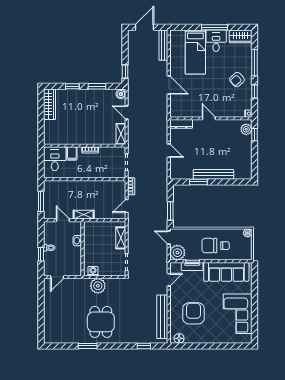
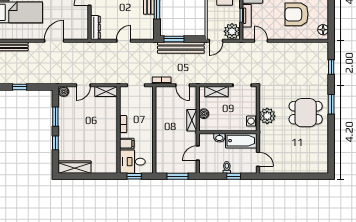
window: (125, 71) -> (20, 87), moved
window: (41, 160) -> (134, 176), added
window: (170, 211) -> (174, 39), moved
shelving: (84, 215) -> (192, 120), moved
boiler: (100, 226) -> (204, 114), added
bathtub: (75, 261) -> (241, 141), added
bench: (162, 317) -> (181, 48), moved
window: (88, 346) -> (331, 104), moved

